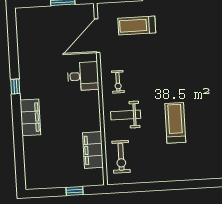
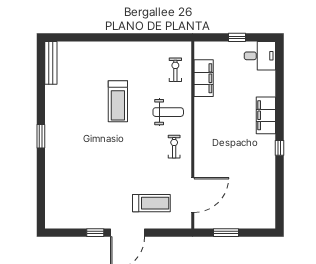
desk: (83, 76) -> (260, 56), moved, turned 180
exercise bike: (121, 157) -> (175, 70), width x0.73, depth x0.72
window: (75, 191) -> (237, 37), moved

